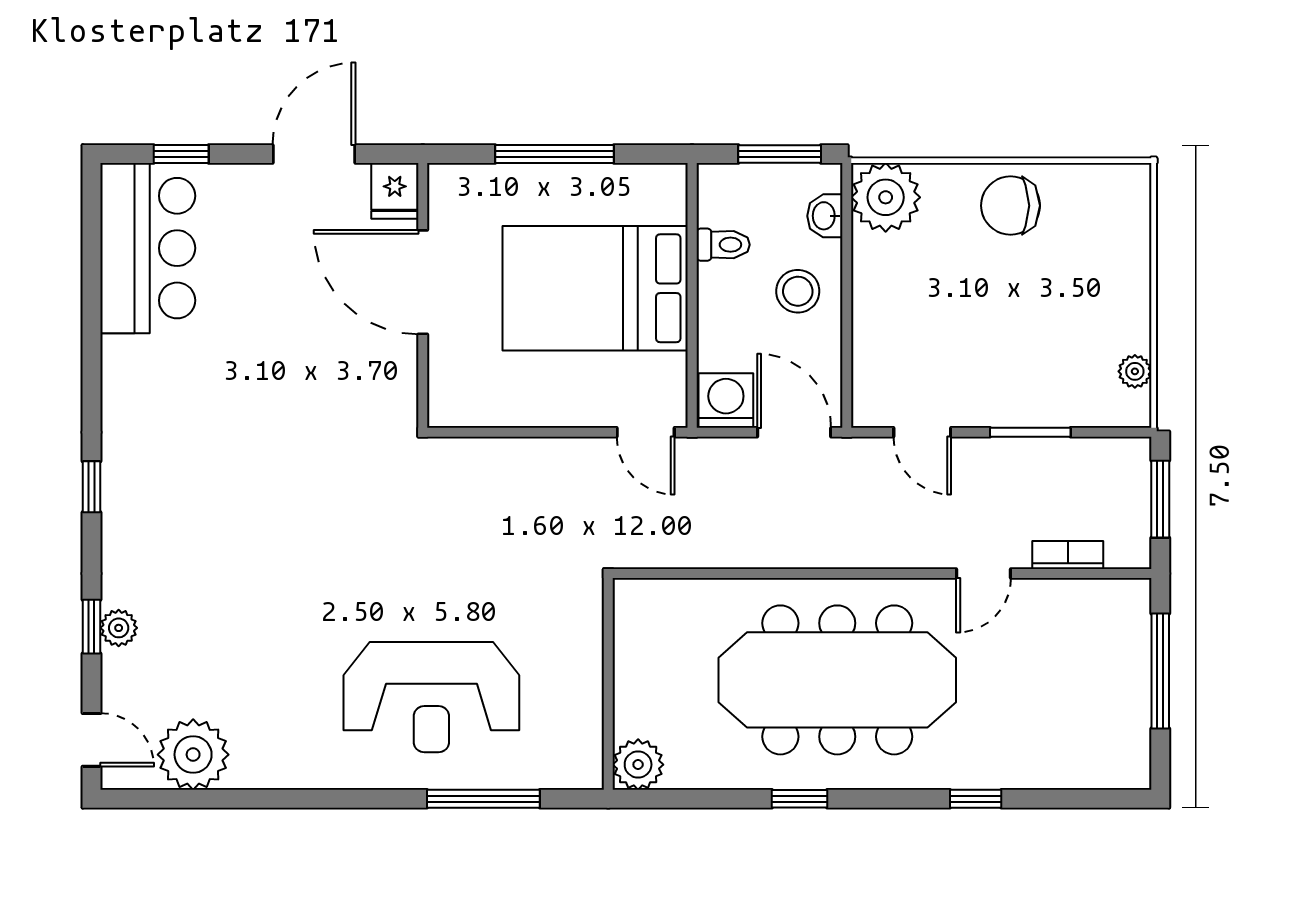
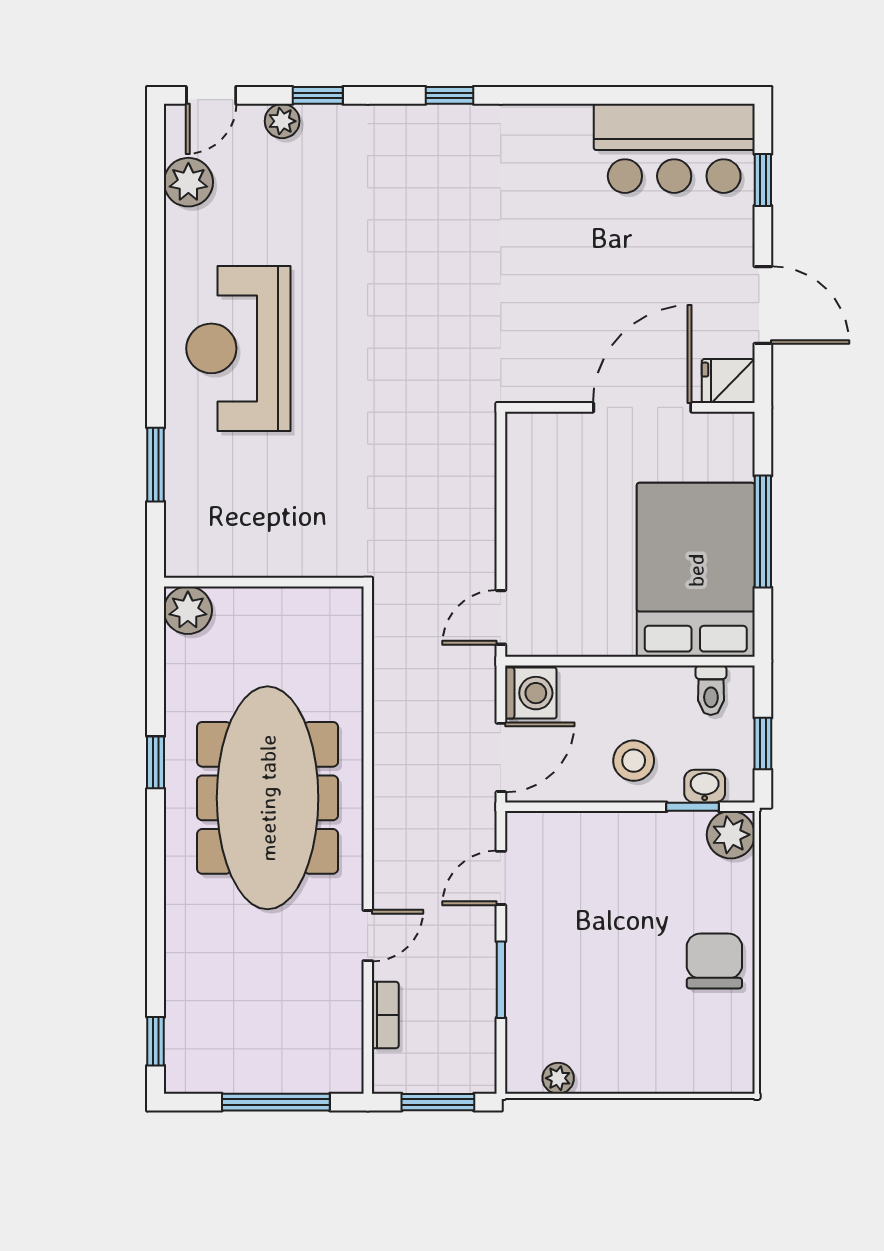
window: (780, 154) -> (763, 744), width x0.67
plant: (886, 197) -> (731, 835), width x0.73, depth x0.73
window: (847, 229) -> (693, 807), added
toilet: (723, 245) -> (711, 690), moved
bed: (595, 288) -> (696, 570), moved
door: (983, 574) -> (368, 936), swing flipped
plant: (119, 628) -> (282, 121), moved
reception desk: (431, 697) -> (238, 348), moved
plant: (193, 755) -> (188, 182), width x0.73, depth x0.73
window: (483, 799) -> (156, 465), width x0.69
window: (976, 799) -> (156, 1041), moved

